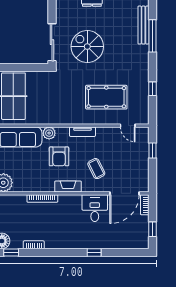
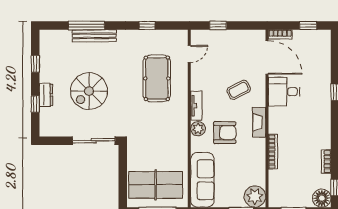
bench: (143, 25) -> (94, 36), moved
spiral stairs: (87, 47) -> (89, 91), moved
plant: (49, 133) -> (198, 129), moved

